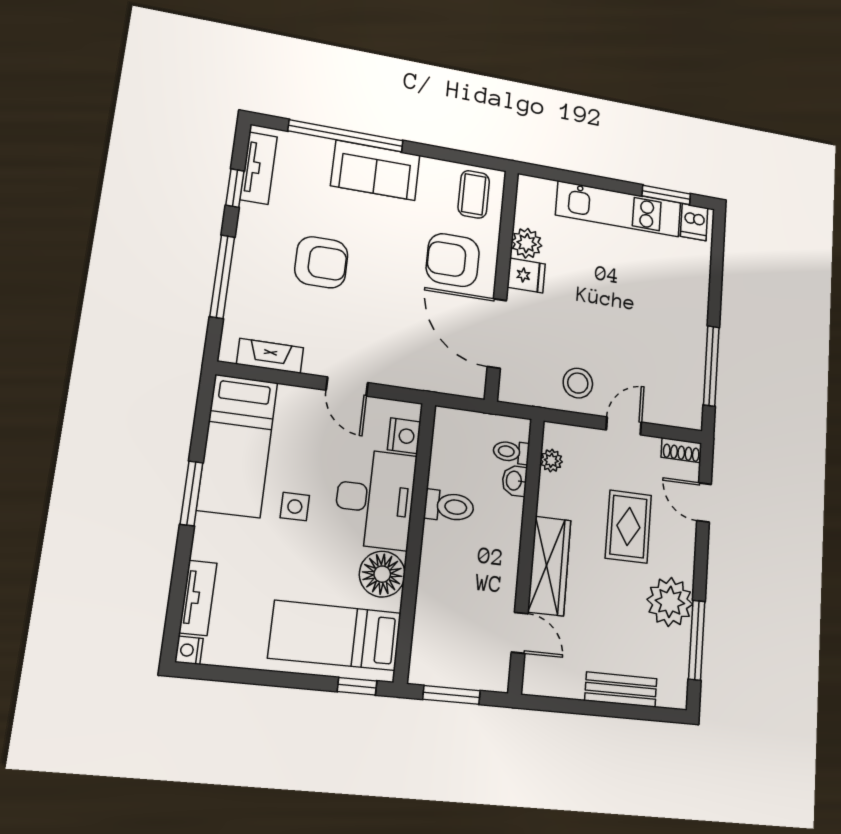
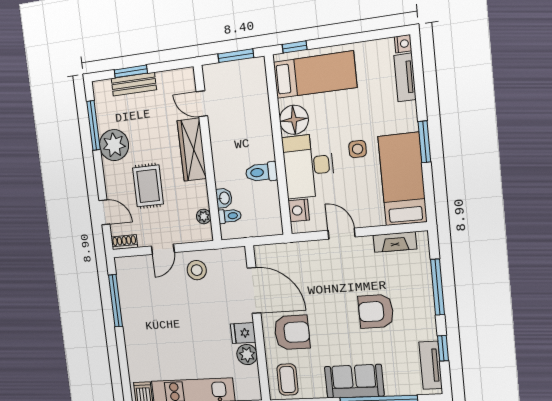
window: (622, 711) -> (131, 71), added

